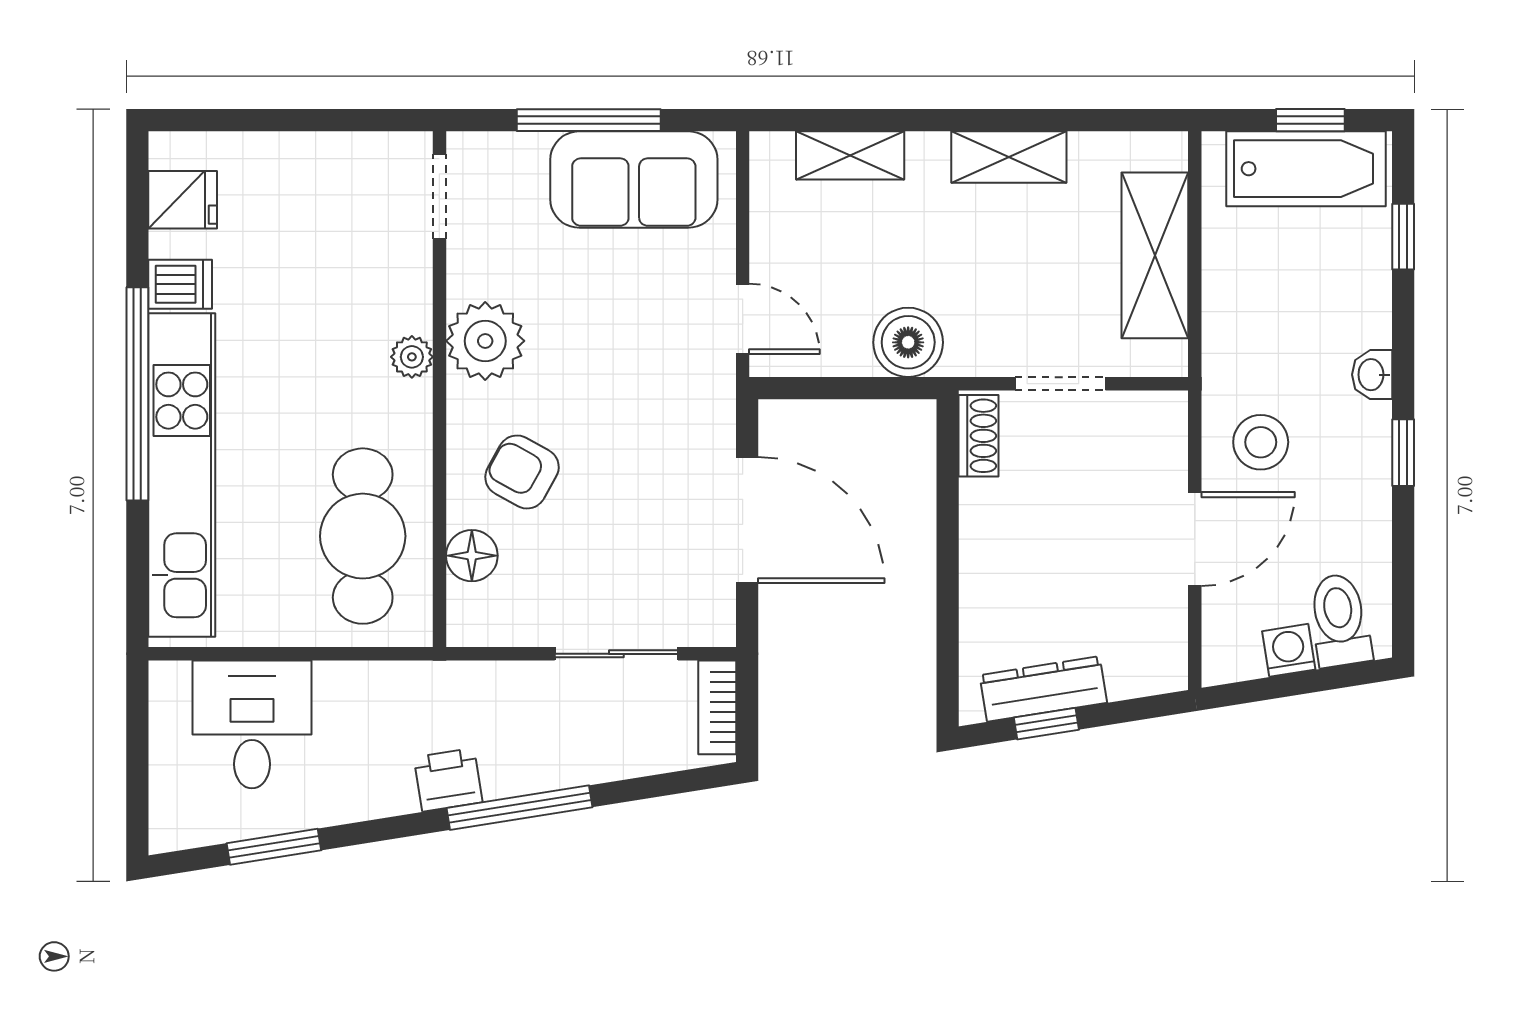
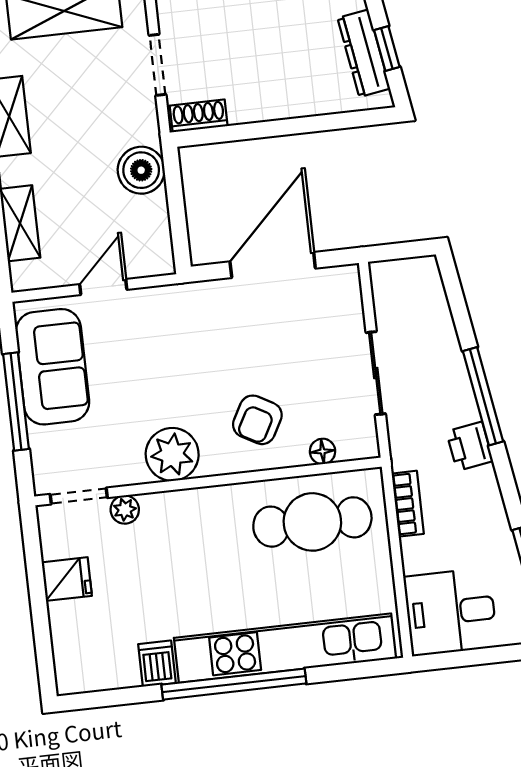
fridge: (183, 200) -> (67, 579), moved, turned 90
door: (743, 319) -> (103, 287), moved
plant: (412, 357) -> (125, 510), moved
floor lamp: (472, 556) -> (323, 451), width x0.73, depth x0.73
sliding door: (616, 654) -> (376, 373), moved
bookcase: (717, 707) -> (408, 504), moved, turned -90
desk: (252, 724) -> (451, 612), moved

